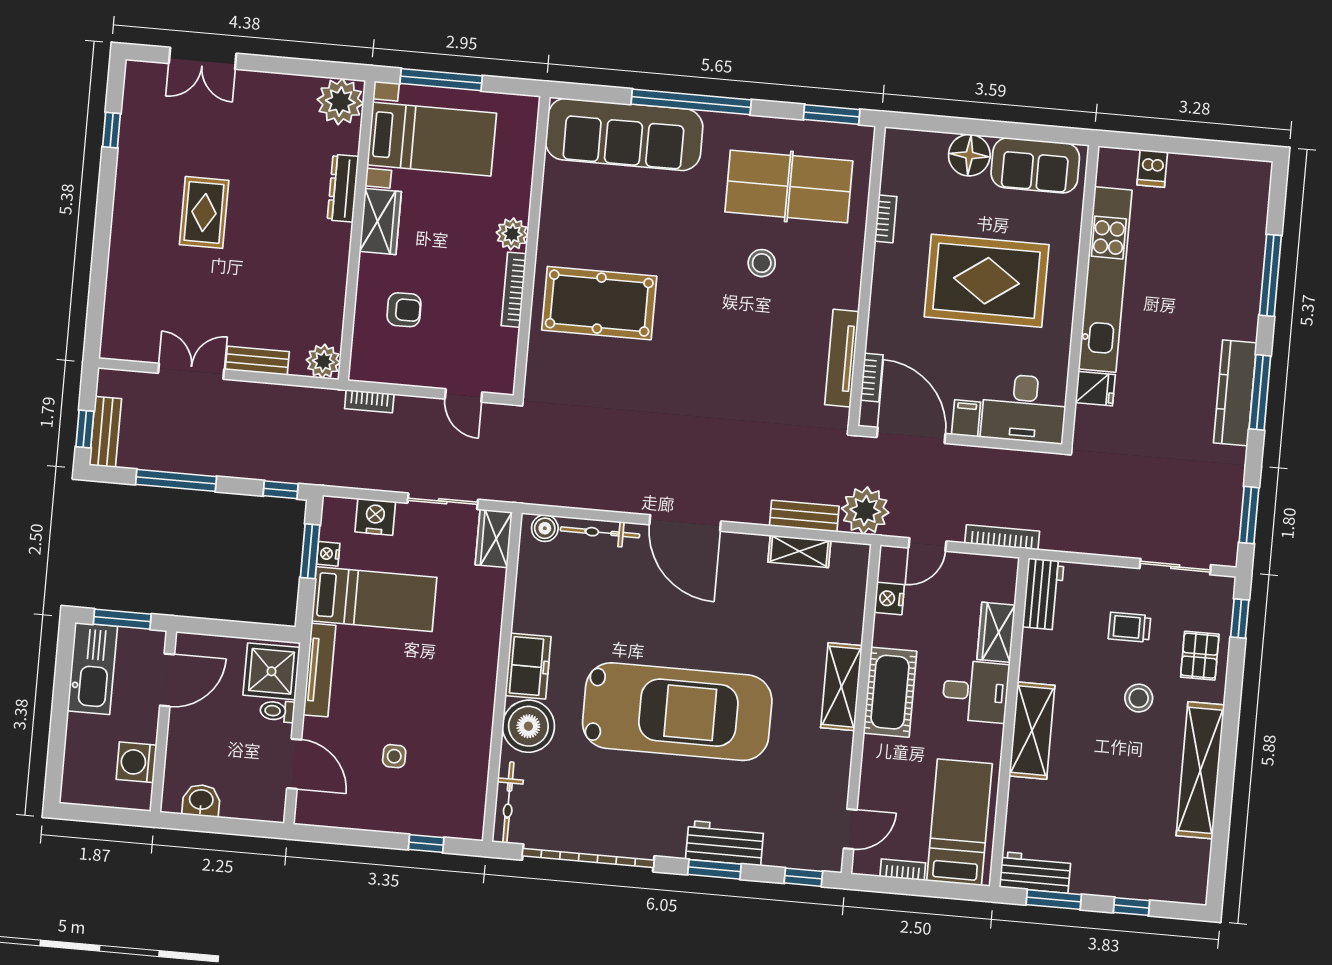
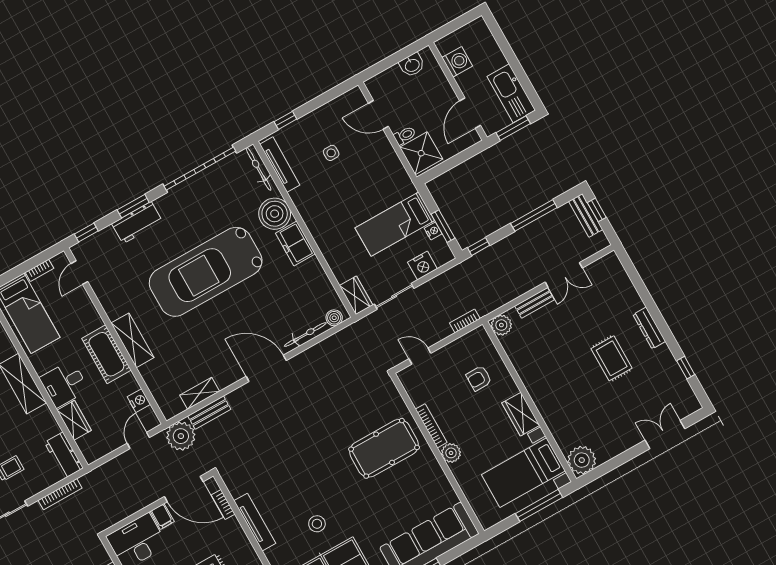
dresser: (343, 188) -> (649, 328), moved, turned 180
tv unit: (842, 358) -> (255, 522), moved
bookcase: (1002, 537) -> (60, 494), moved
tv unit: (319, 670) -> (280, 165), moved, turned 180

